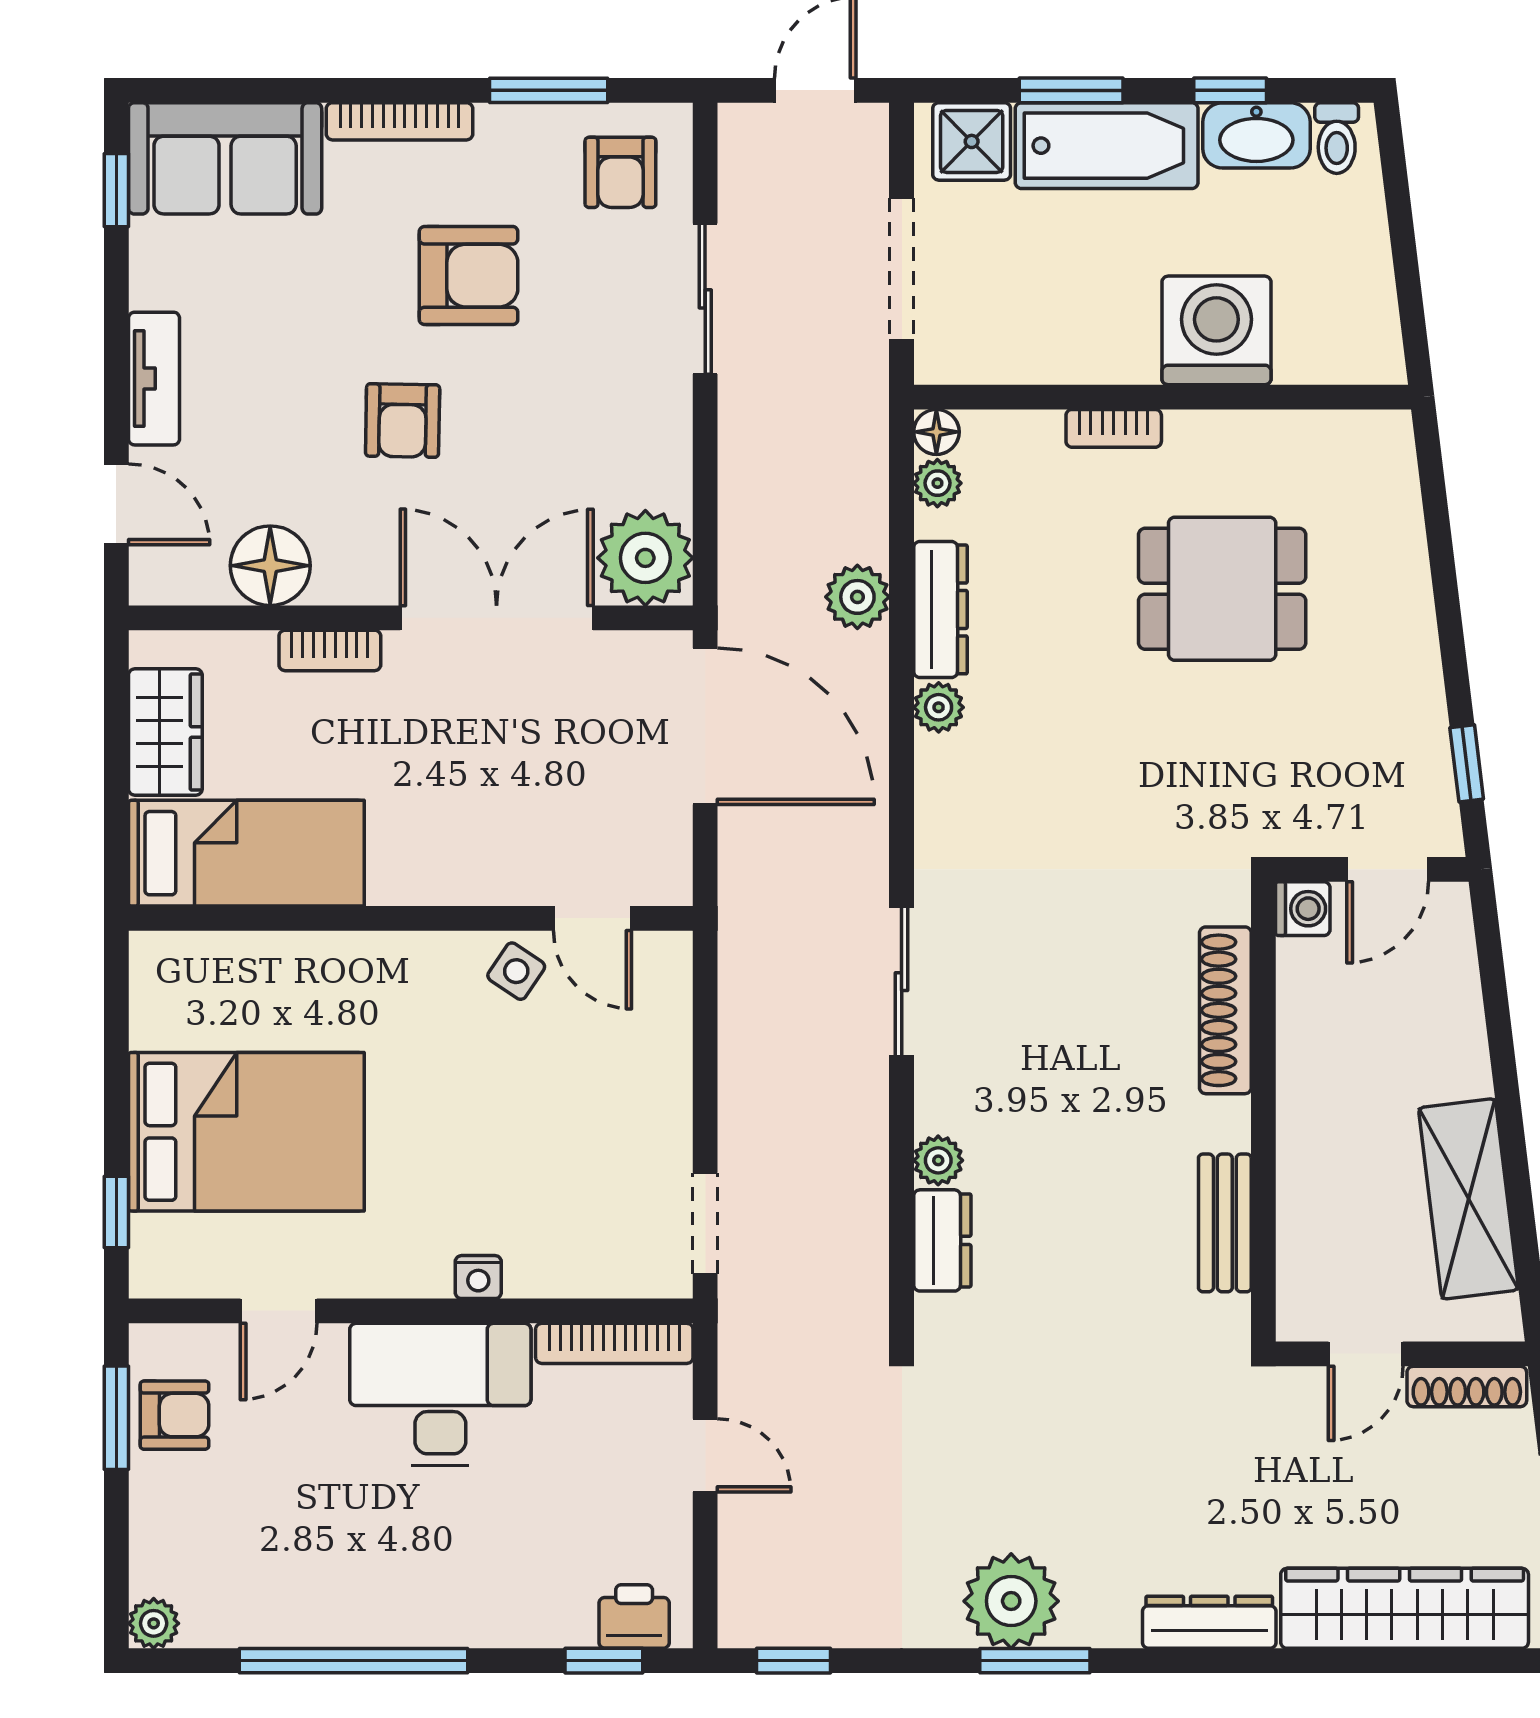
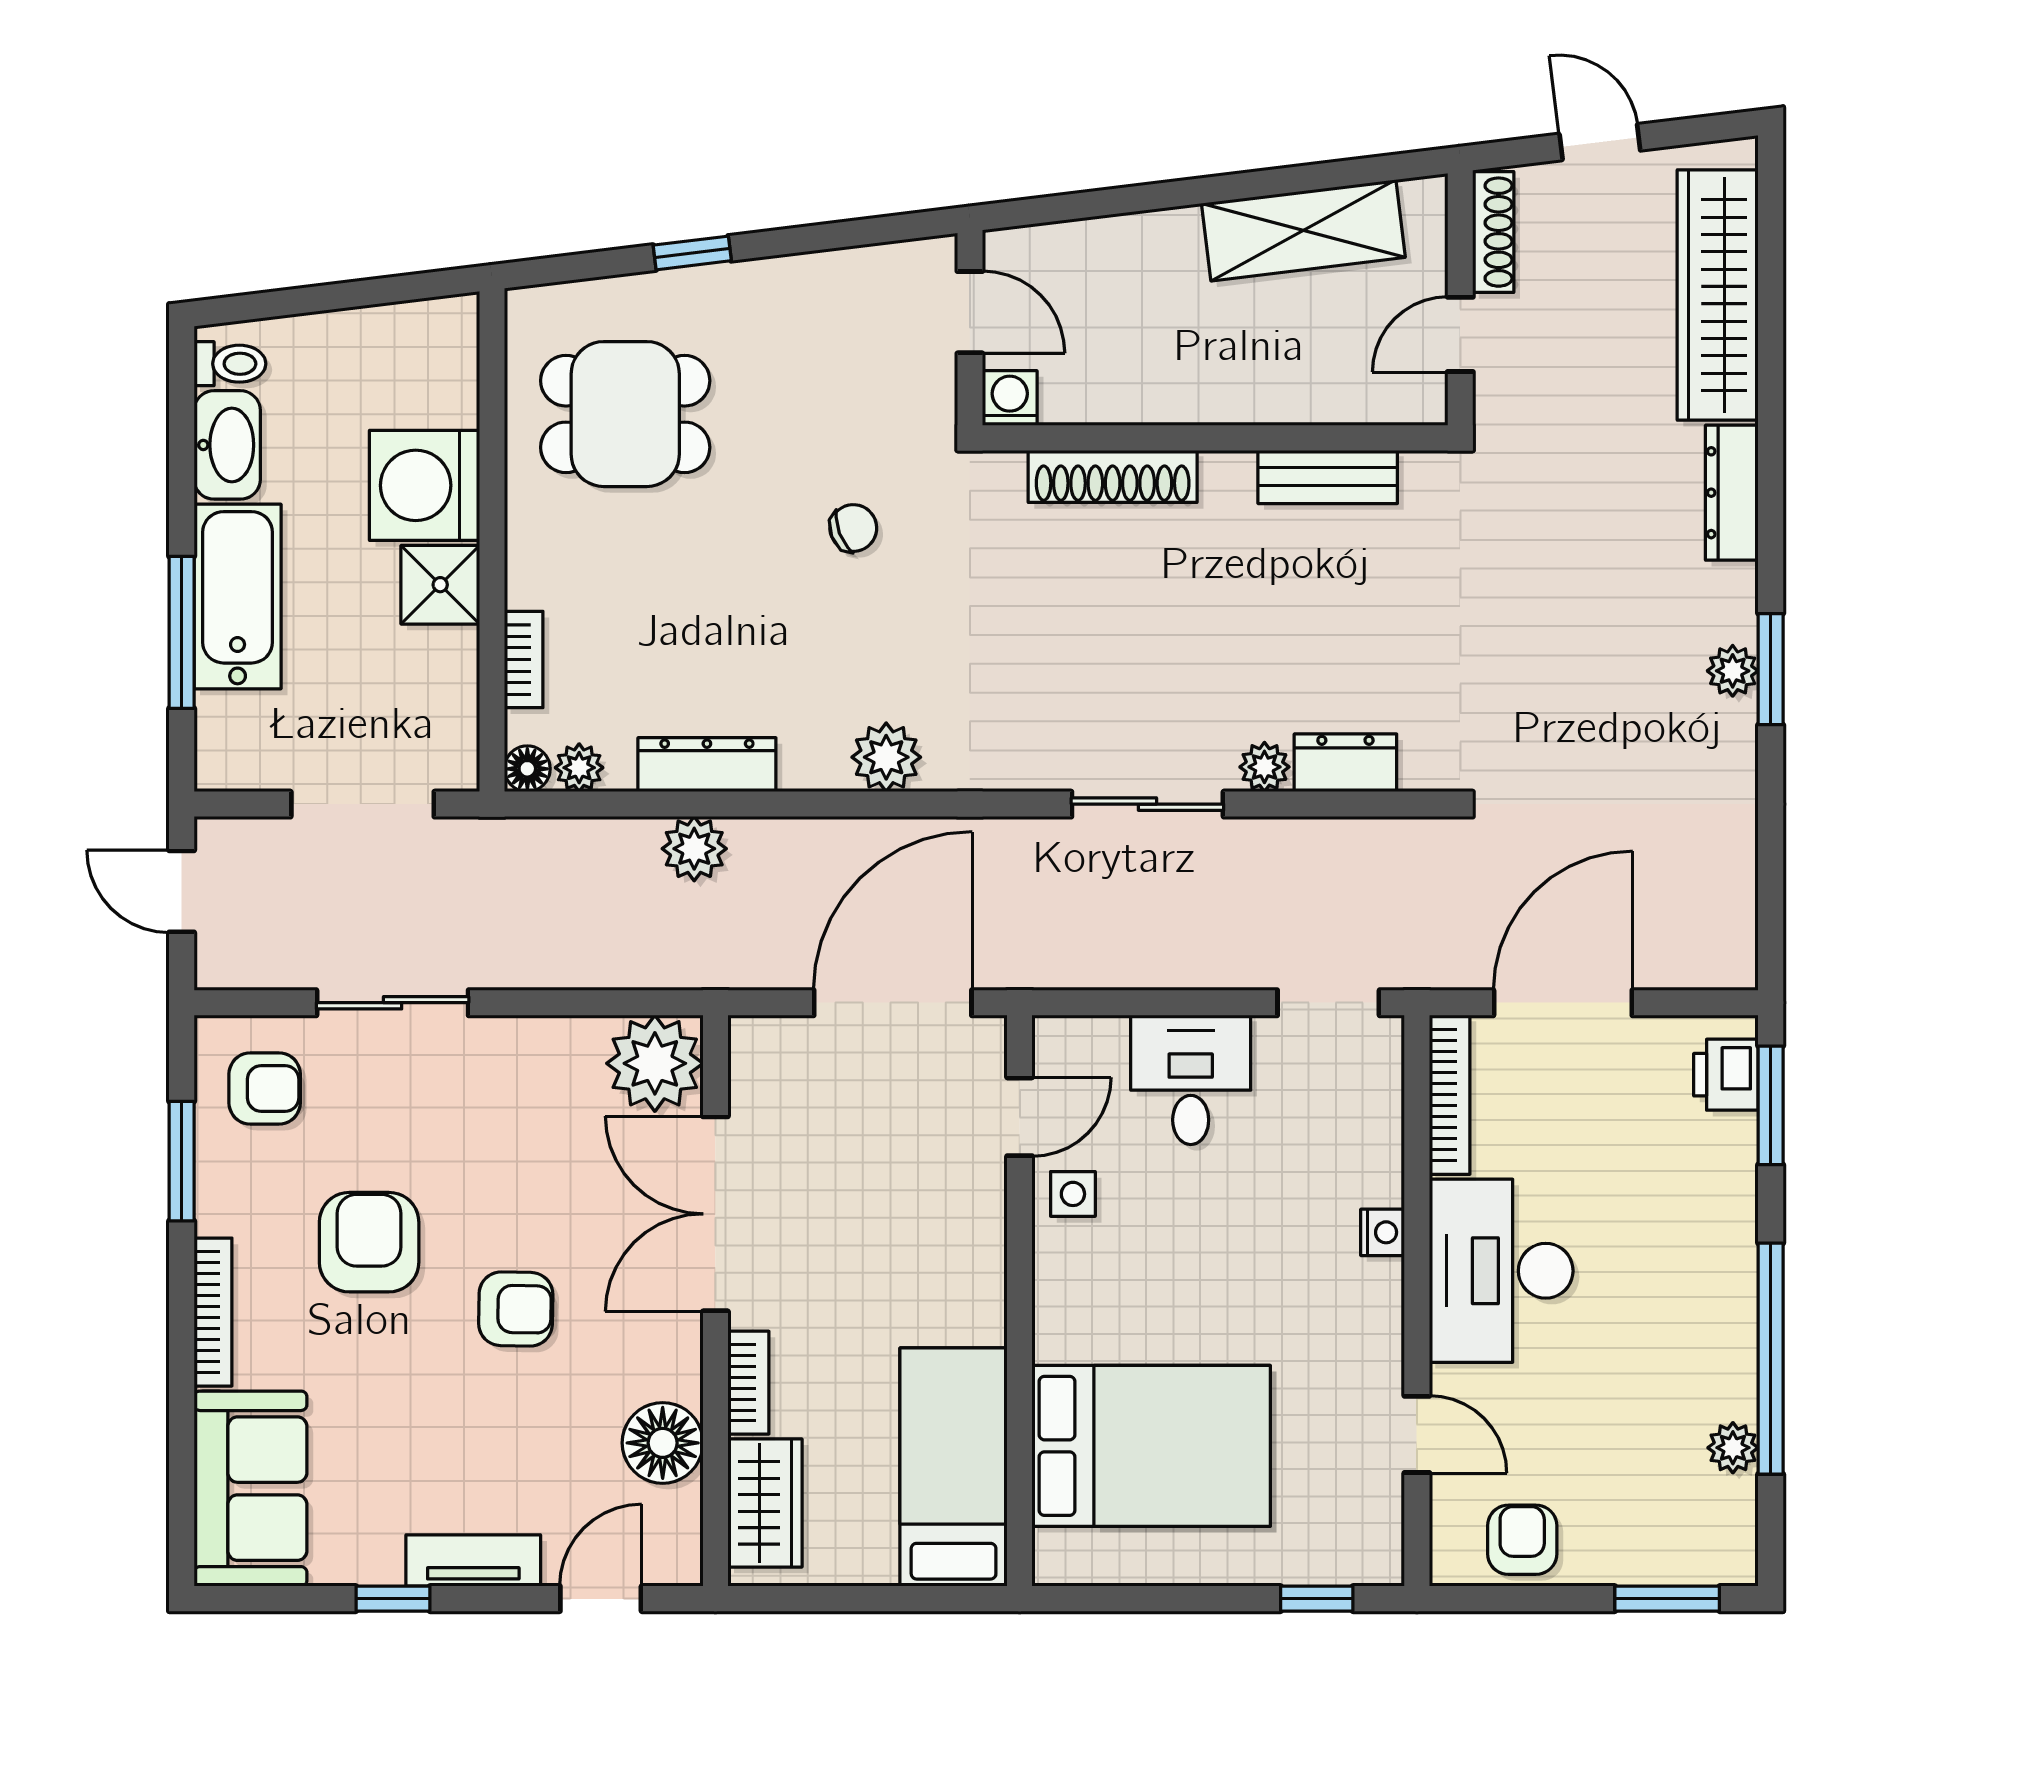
window: (1071, 90) -> (182, 632), width x1.44
window: (1230, 90) -> (182, 472), removed
shower: (972, 141) -> (440, 585), moved
window: (116, 190) -> (393, 1599), moved
bookcase: (1114, 428) -> (524, 659), moved
dining table: (1222, 589) -> (625, 414), moved, turned 90
plant: (939, 707) -> (886, 757), moved, width x1.38, depth x1.38
door: (705, 726) -> (893, 1003), moved
wardrobe: (165, 732) -> (765, 1503), moved, turned 90
chair: (1174, 754) -> (853, 528), added
window: (1467, 763) -> (692, 253), moved
side table: (516, 971) -> (1073, 1194), turned -34
sliding door: (902, 982) -> (1147, 804), moved
desk: (629, 1088) -> (1191, 1080), added
bed: (246, 1132) -> (1151, 1446), moved, turned 90
door: (1366, 1354) -> (1460, 334), swing flipped
window: (116, 1418) -> (1667, 1599), moved
door: (705, 1455) -> (1563, 1003), width x1.88
plant: (1011, 1601) -> (1733, 671), width x0.53, depth x0.53
plant: (154, 1623) -> (1733, 1448), moved
window: (604, 1661) -> (1771, 1105), width x1.50
window: (794, 1661) -> (1771, 913), removed

